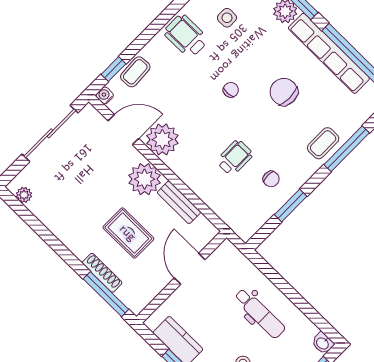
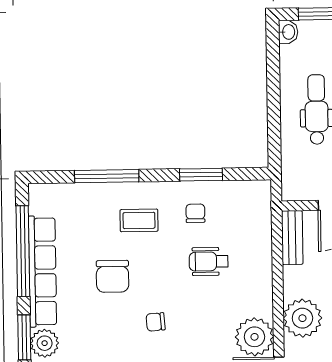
coffee table: (323, 143) -> (139, 220), moved
bench: (179, 202) -> (292, 238), moved

